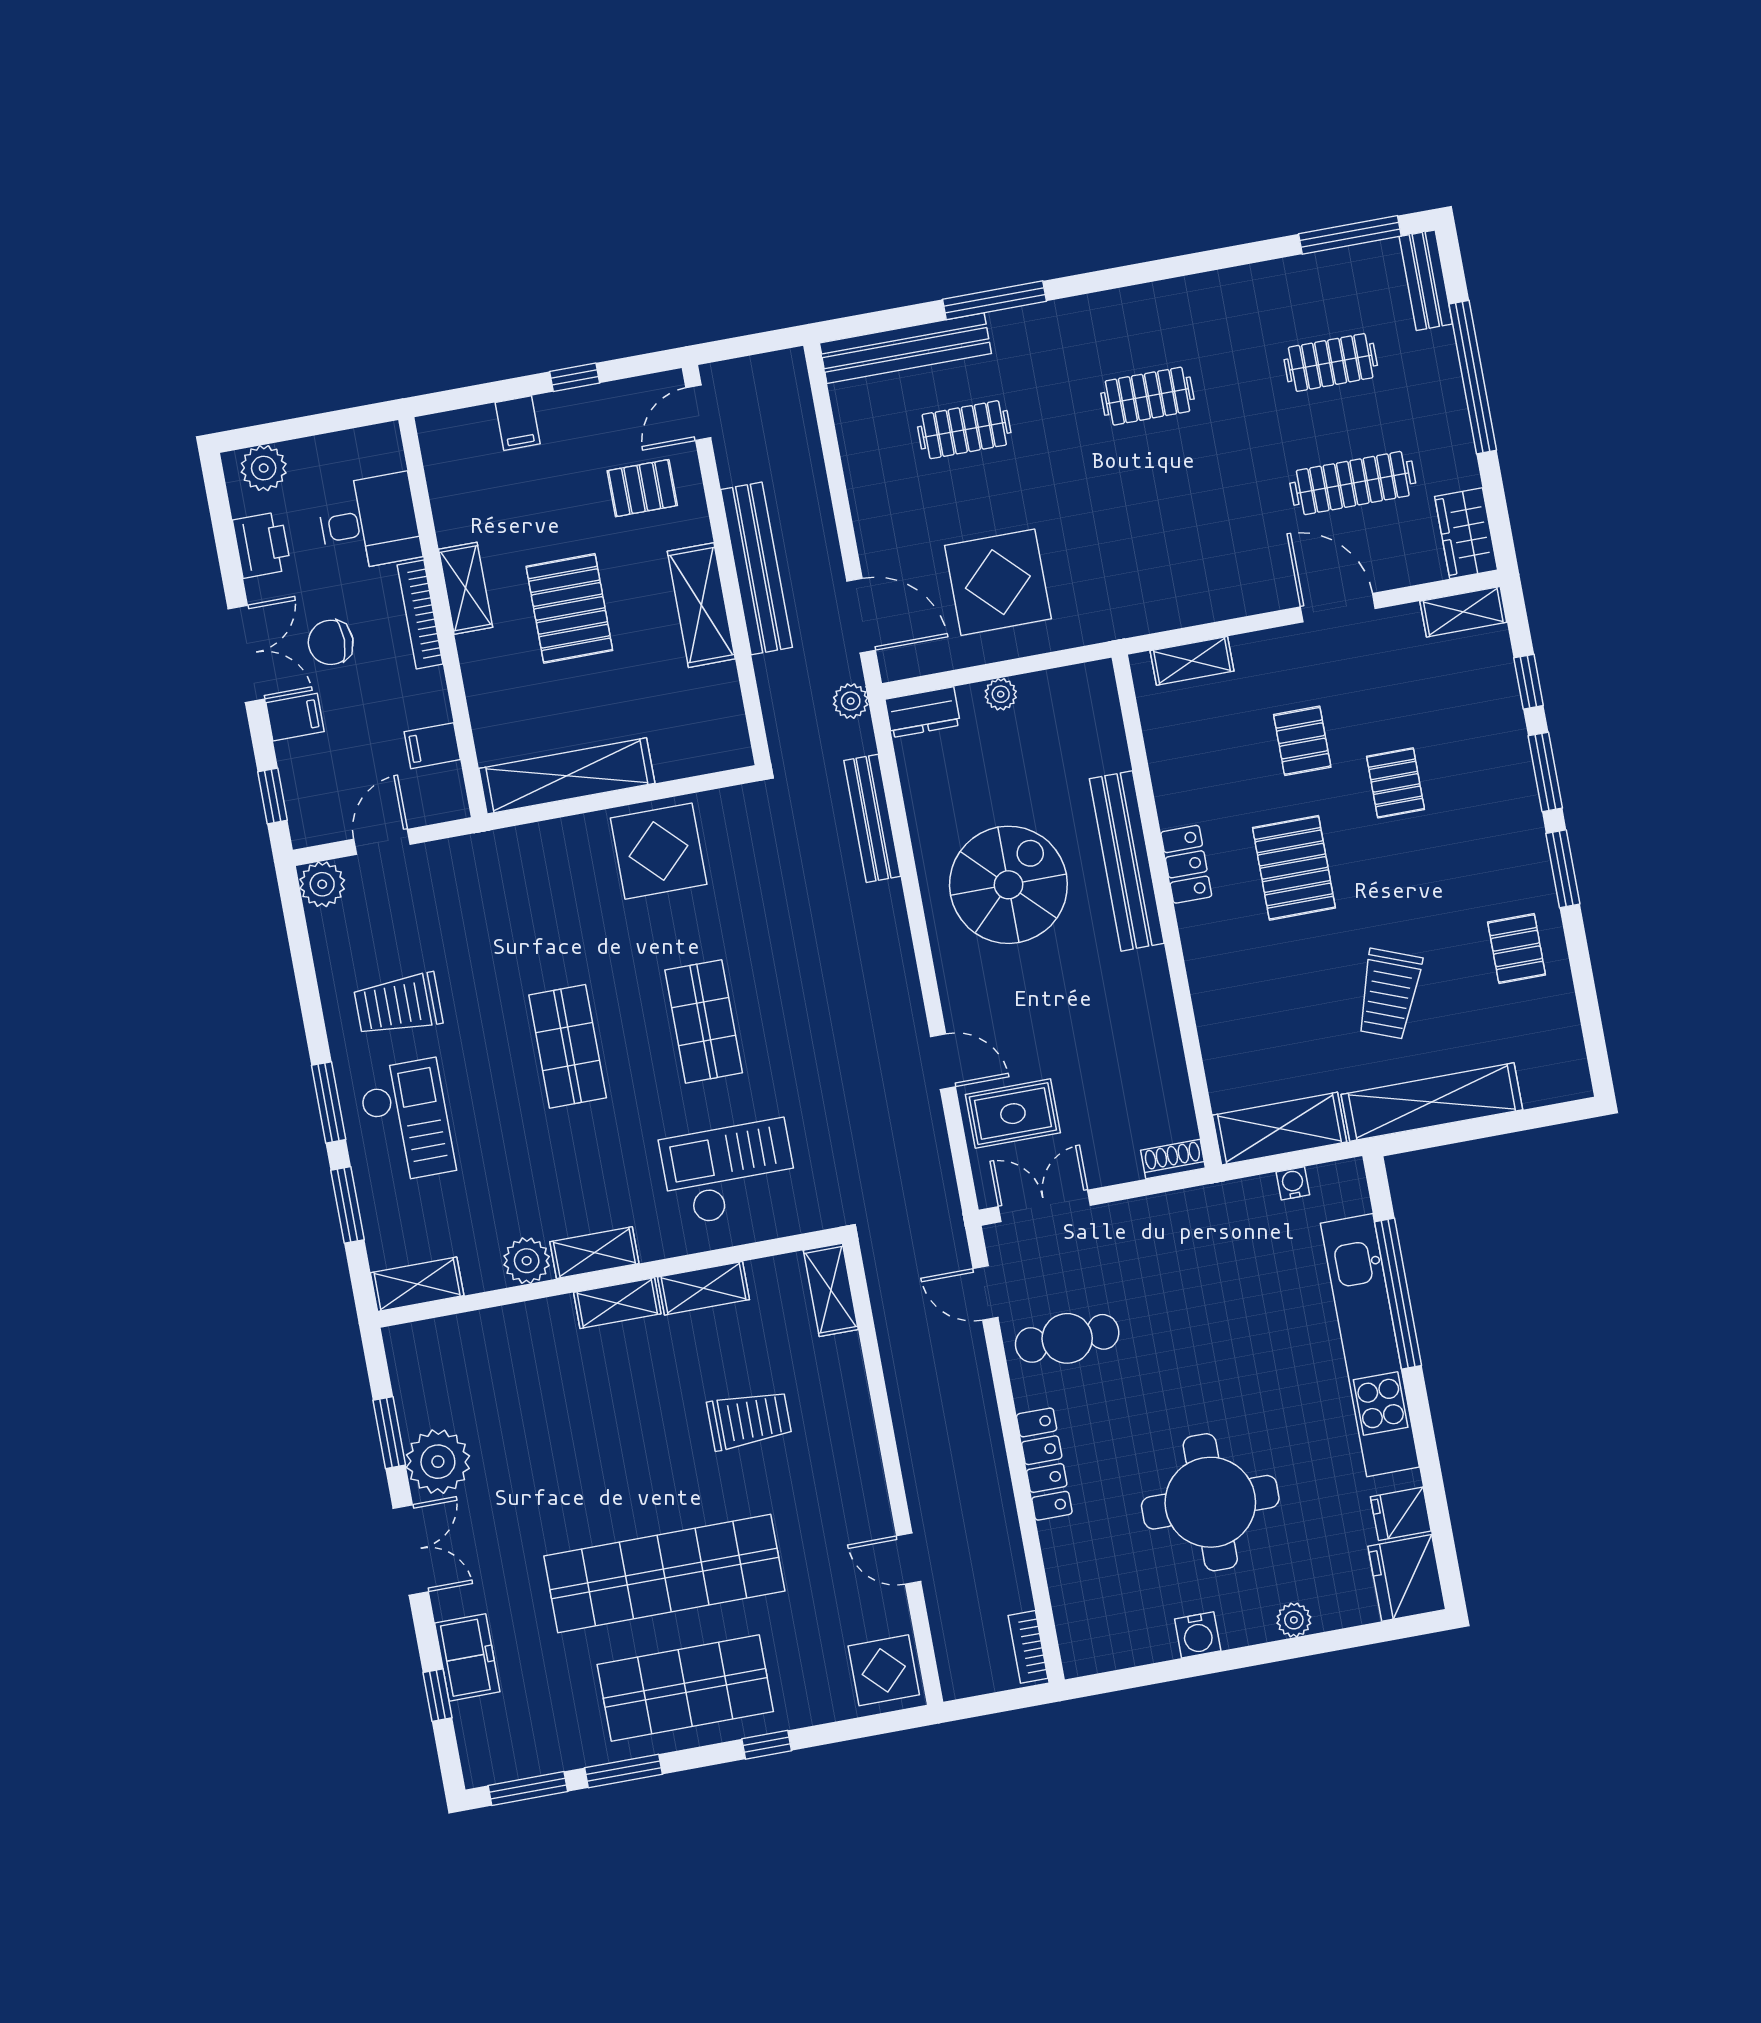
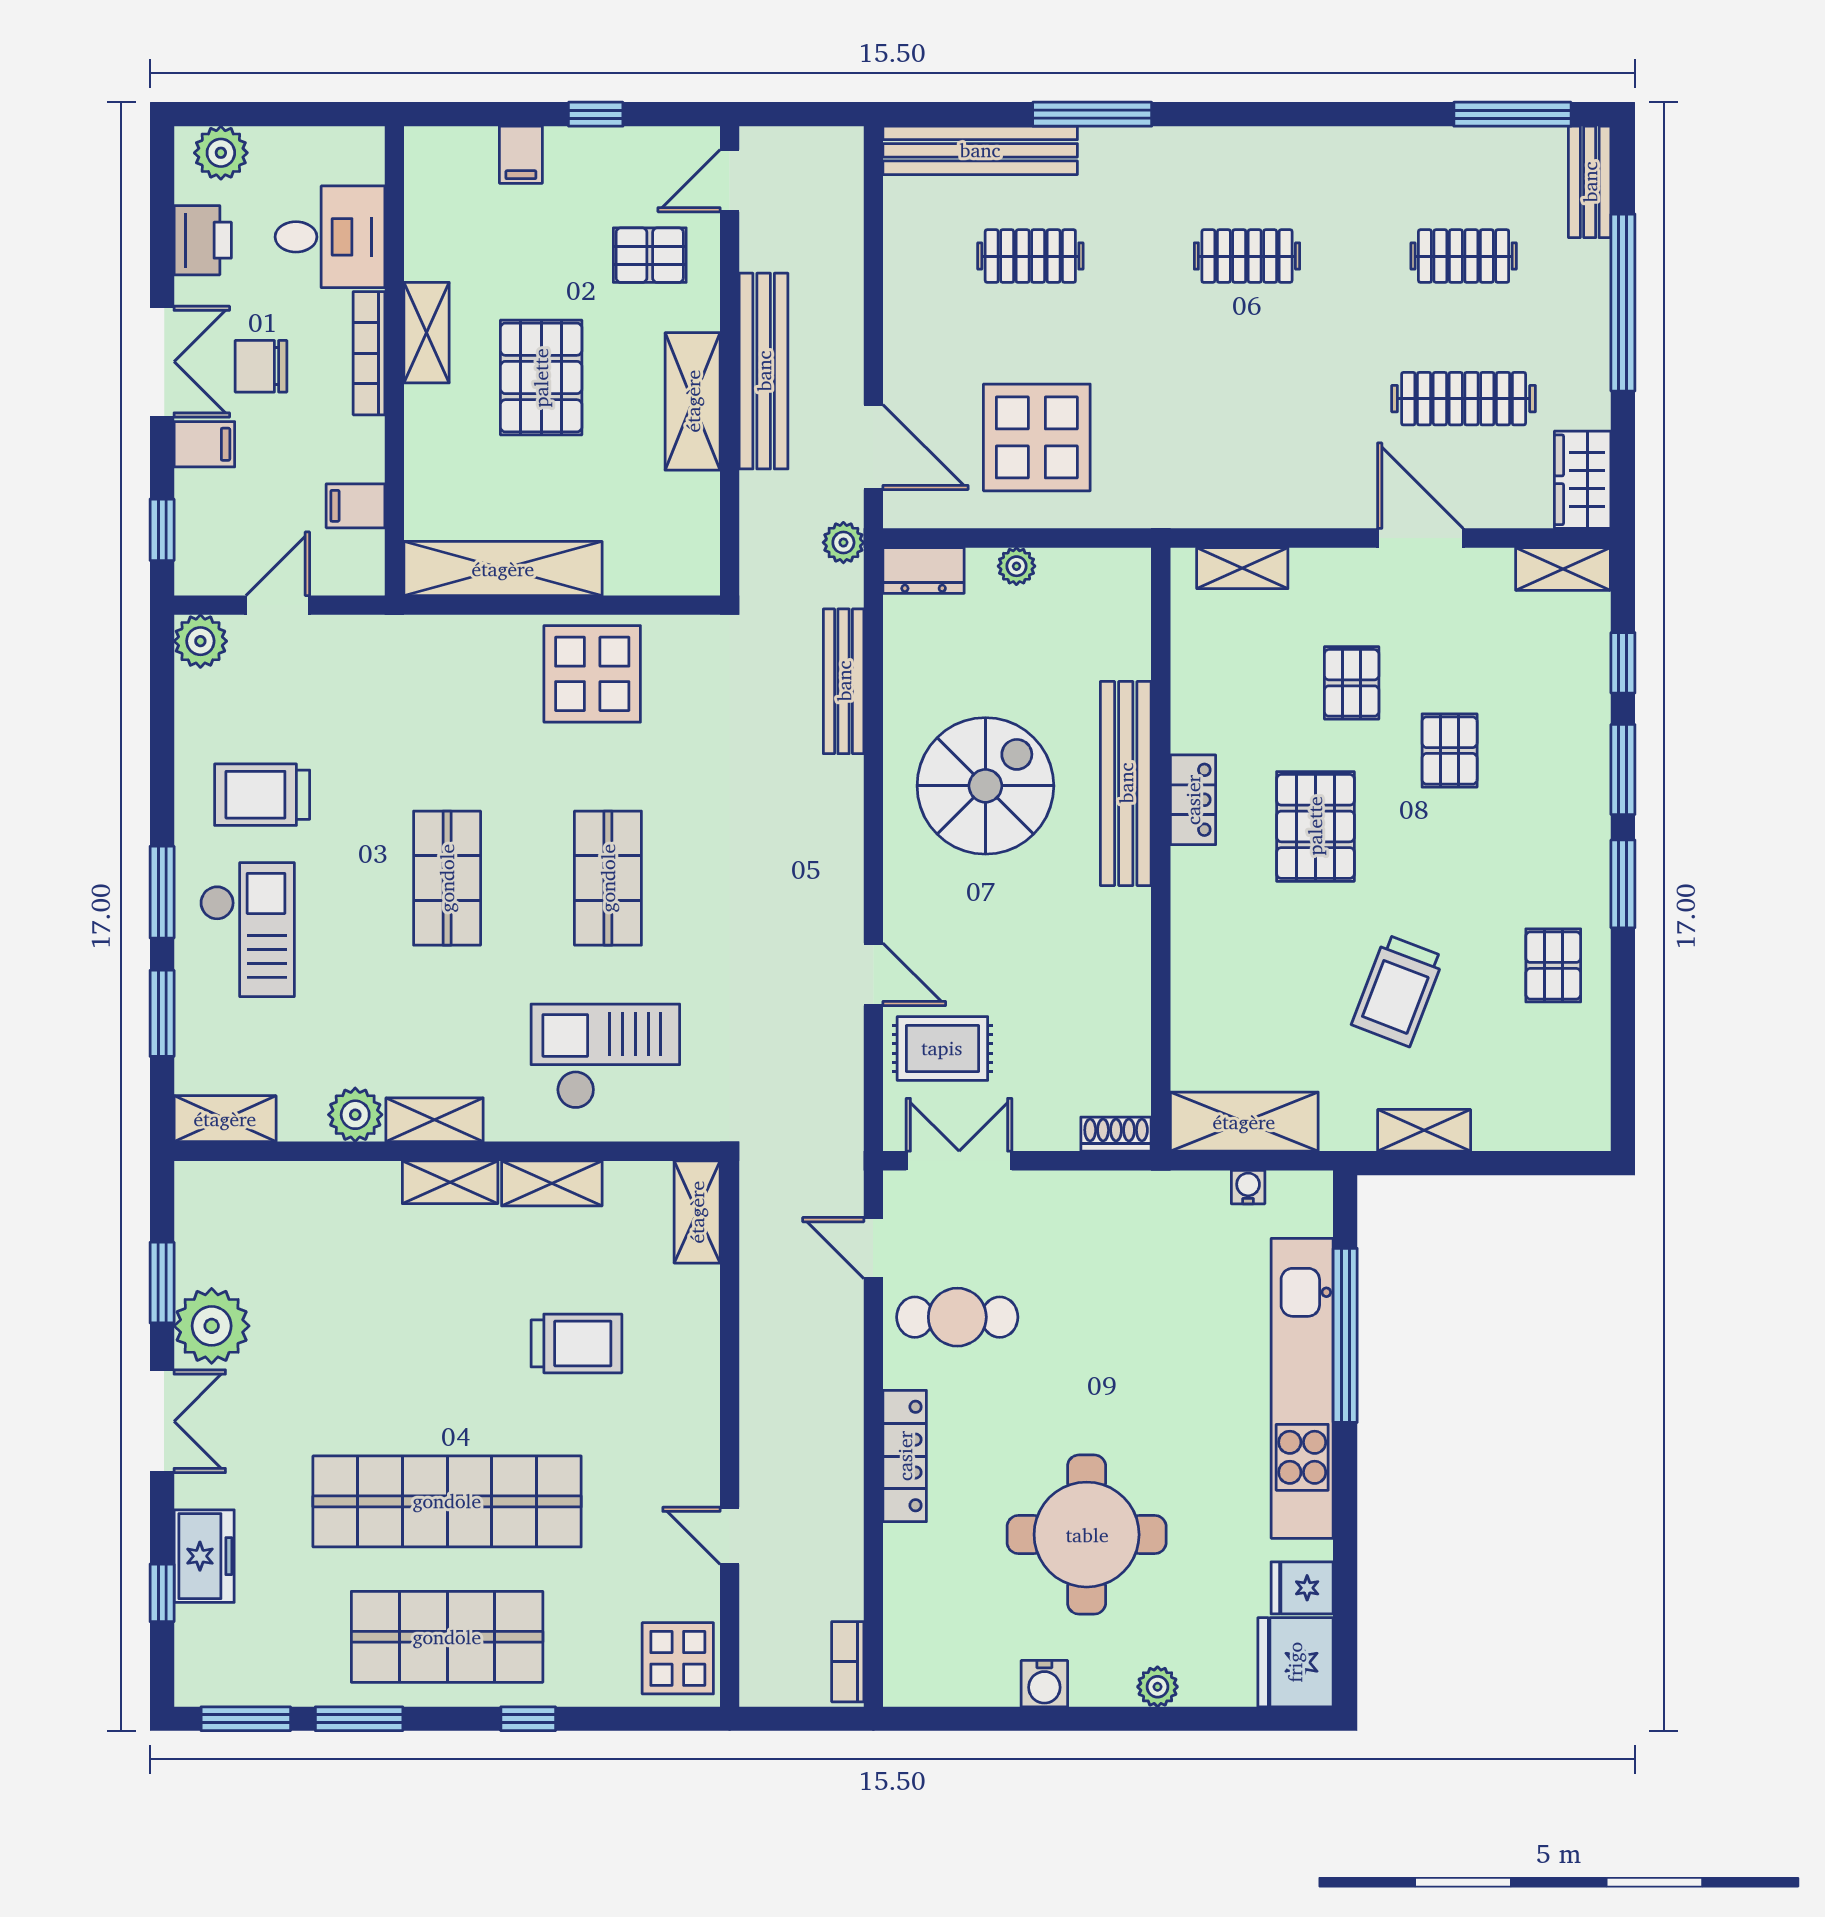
shelving: (1432, 1102) -> (1424, 1130), width x0.45, depth x0.75

